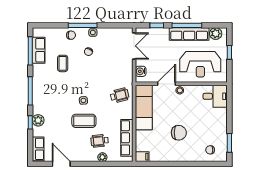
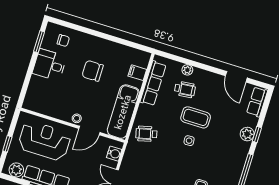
desk: (215, 96) -> (49, 65), moved
filing cabinet: (142, 157) -> (137, 73), moved

